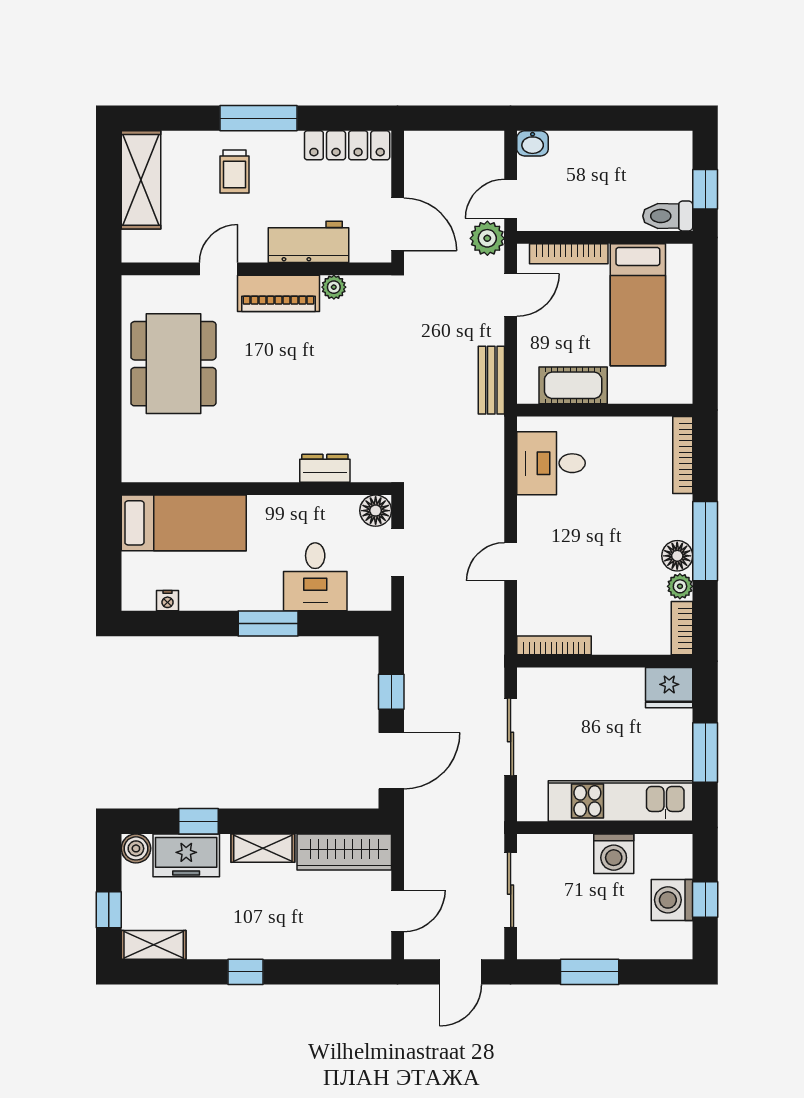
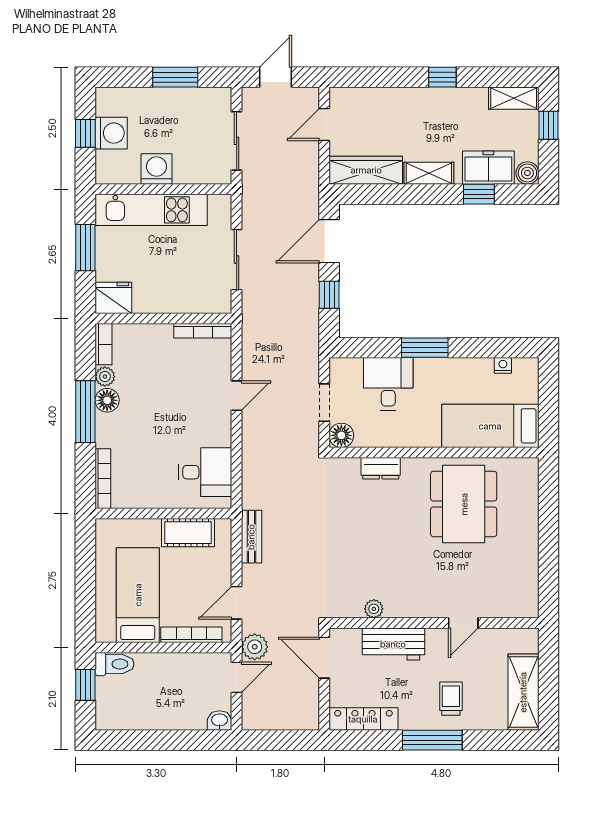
piano: (278, 293) -> (417, 604), removed
dining table: (173, 364) -> (464, 504), moved

